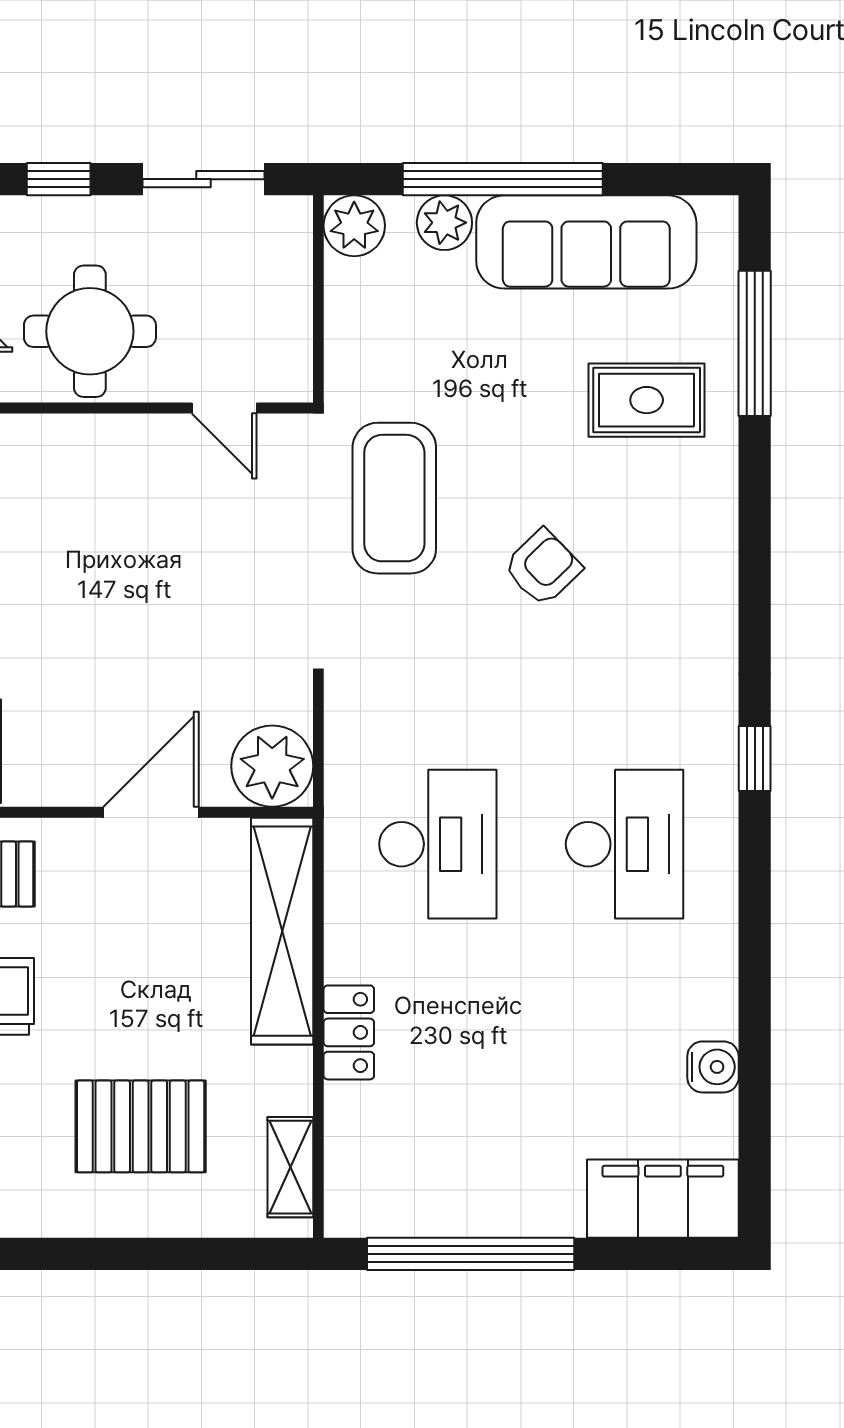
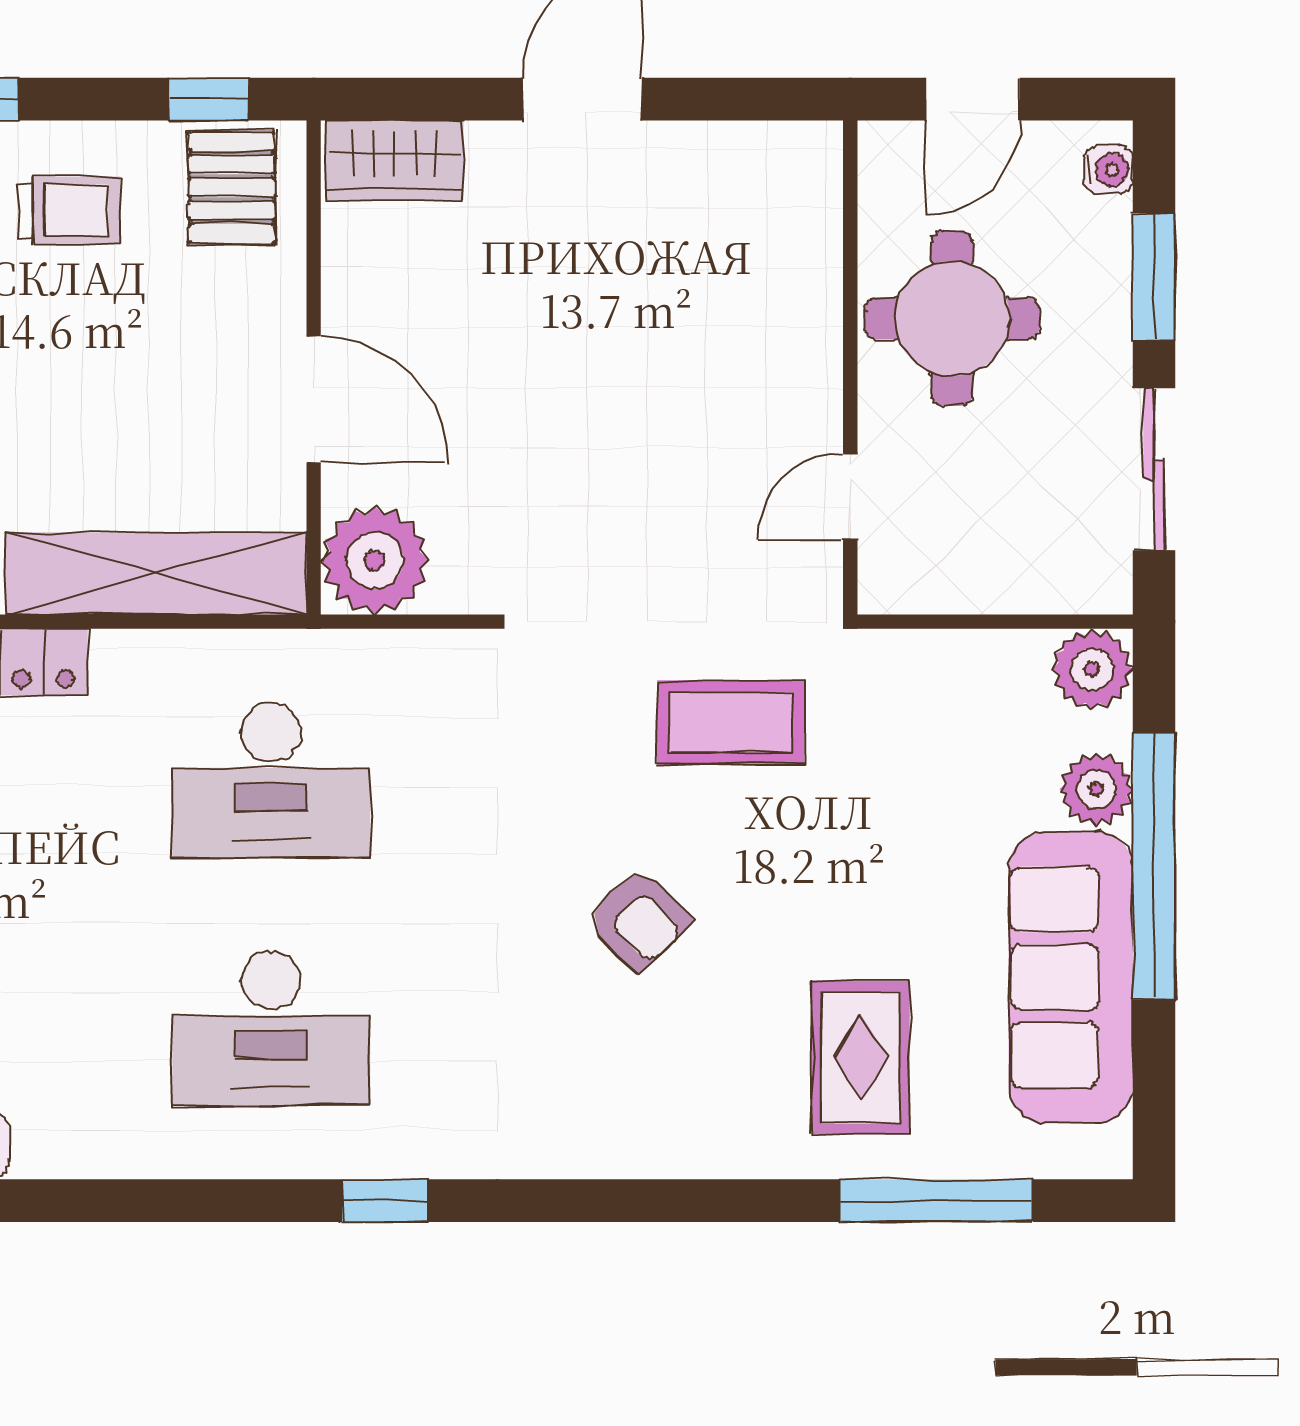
window: (59, 179) -> (1154, 277), width x1.50
coffee table: (394, 498) -> (731, 722), width x0.73, depth x0.76

